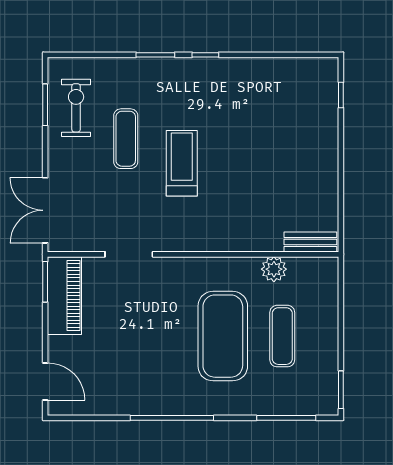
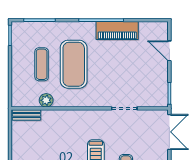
piano: (64, 296) -> (117, 31), moved, turned -90
door: (45, 381) -> (169, 51), moved

